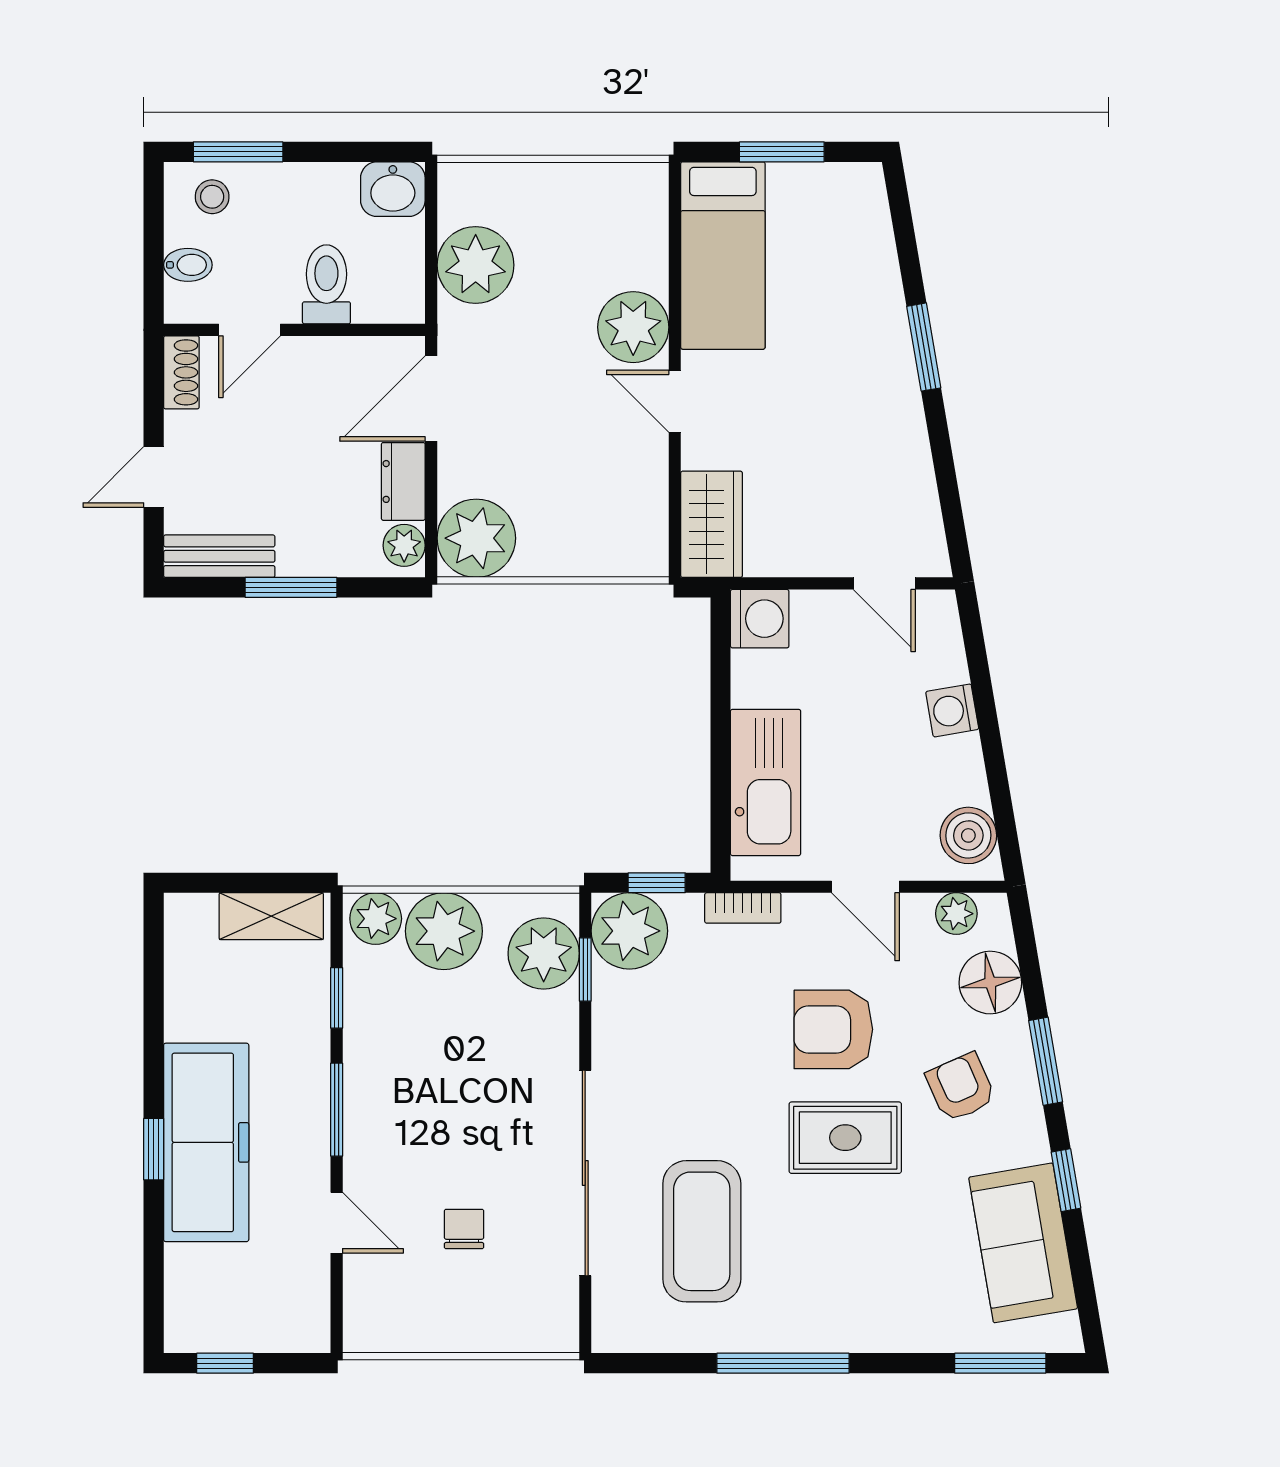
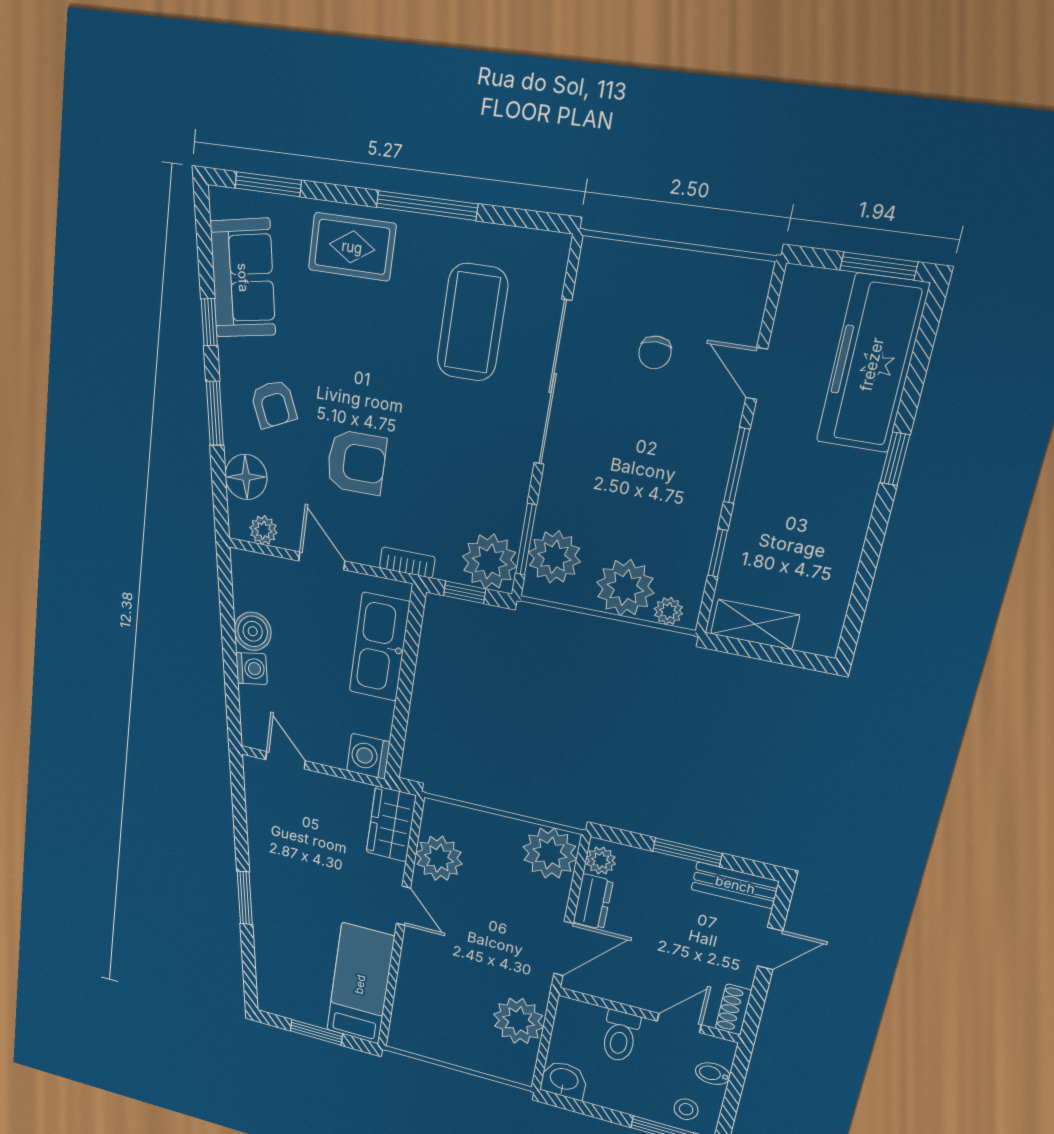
plant: (633, 327) -> (439, 858), moved
boiler: (968, 835) -> (253, 631), moved
plant: (376, 919) -> (668, 611), width x0.73, depth x0.73
window: (585, 969) -> (526, 539), width x1.50
rug: (845, 1138) -> (352, 247), moved
freezer: (206, 1142) -> (872, 364), moved
window: (225, 1363) -> (879, 266), width x1.50

